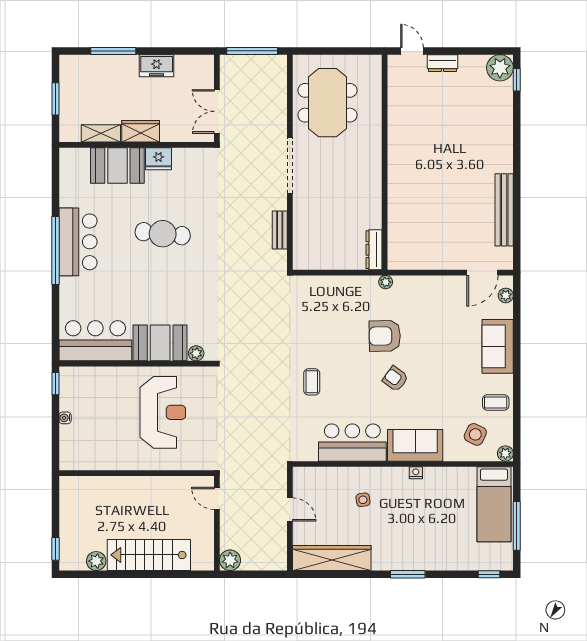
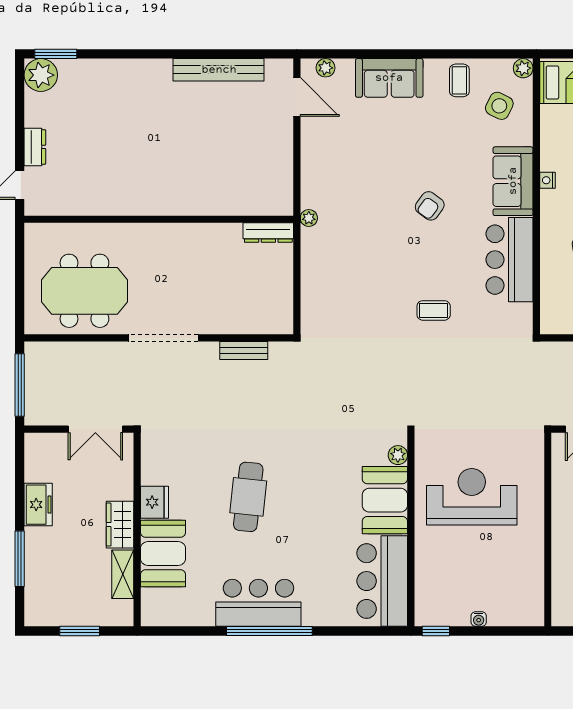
window: (517, 80) -> (56, 54), width x1.50
armchair: (385, 336) -> (376, 219), removed

